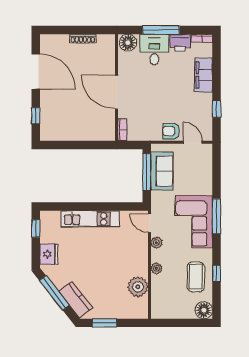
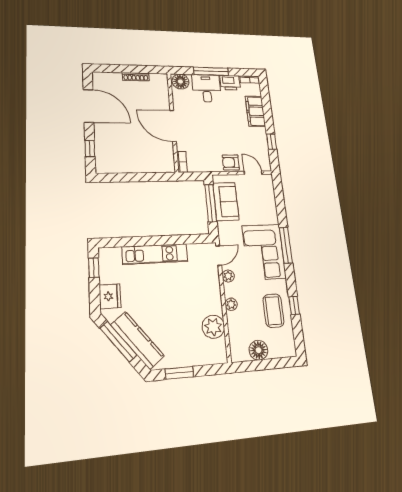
door: (149, 223) -> (219, 255), swing flipped
kitchen counter: (76, 300) -> (137, 340), width x1.50
floor lamp: (204, 310) -> (258, 350), moved

